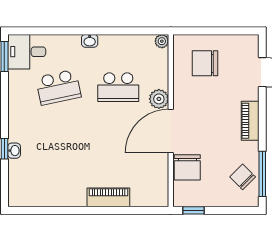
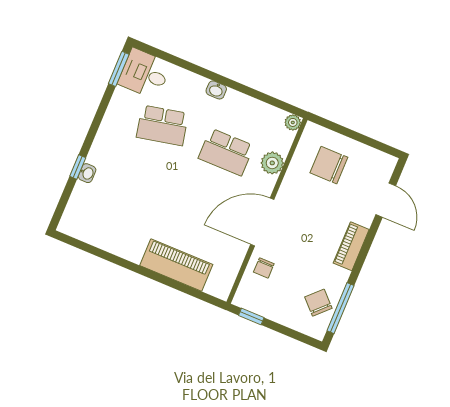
plant: (159, 99) -> (272, 163), moved
chair: (187, 167) -> (264, 268), width x0.54, depth x0.54
piano: (108, 197) -> (176, 265), width x1.37, depth x1.33

